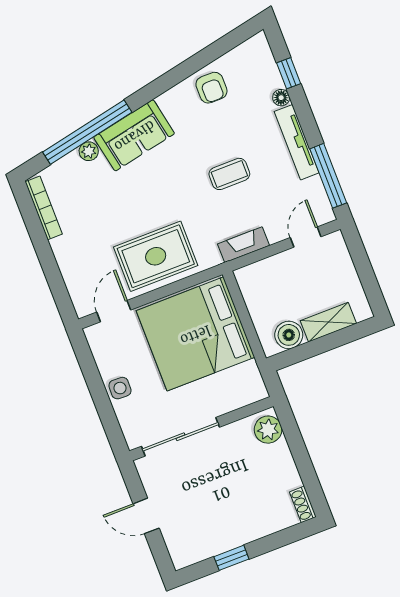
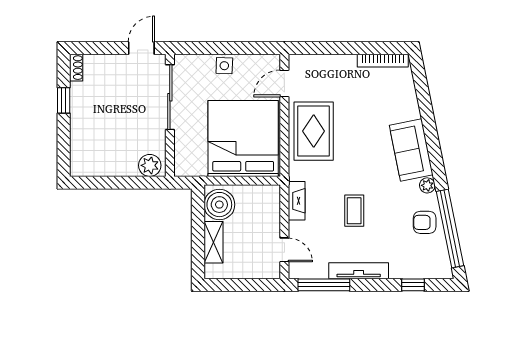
floor lamp: (281, 98) -> (397, 272), removed
window: (87, 132) -> (450, 229), moved
plant: (89, 151) -> (427, 185), moved
door: (114, 311) -> (284, 83), swing flipped
boiler: (289, 335) -> (219, 205), width x1.37, depth x1.37
shoe rack: (303, 504) -> (76, 68), moved, turned 90
door: (146, 516) -> (141, 48), moved

